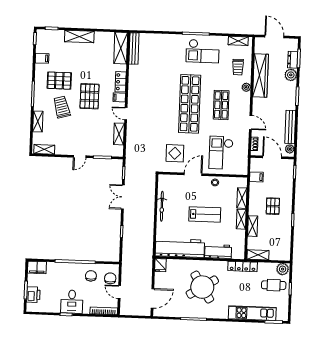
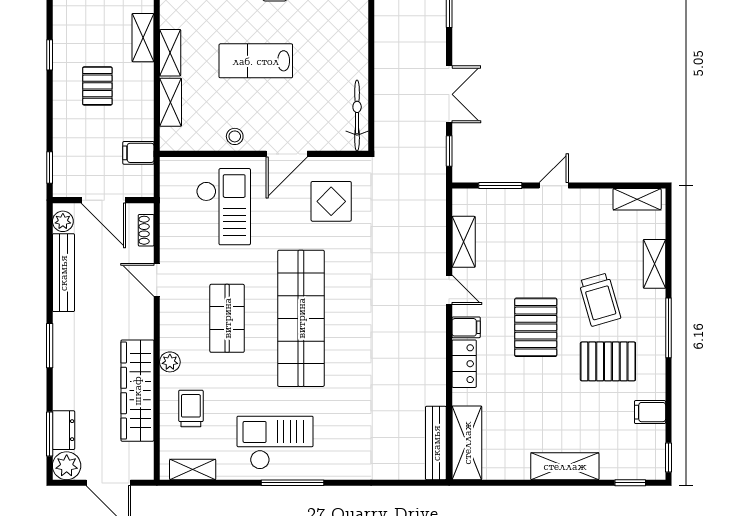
plant: (291, 75) -> (67, 466), moved
bicycle: (162, 206) -> (357, 115), moved

